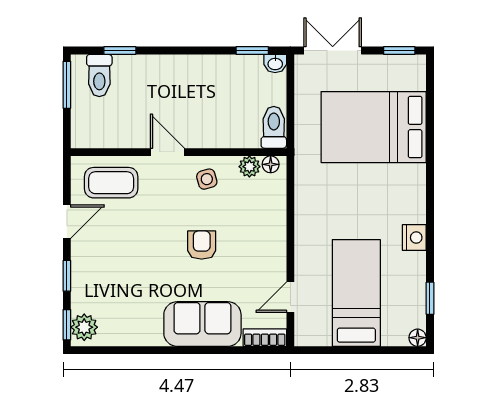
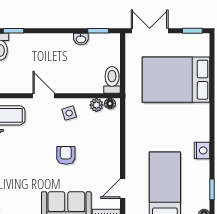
washbasin: (275, 63) -> (81, 39), moved

